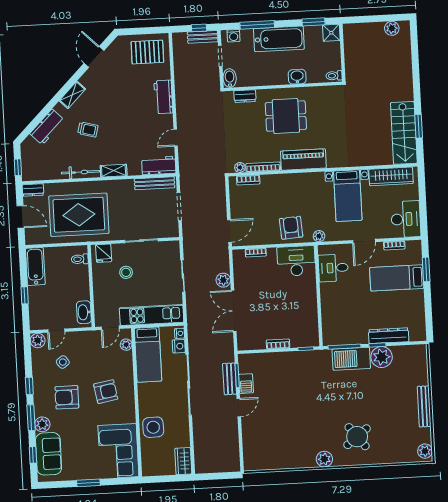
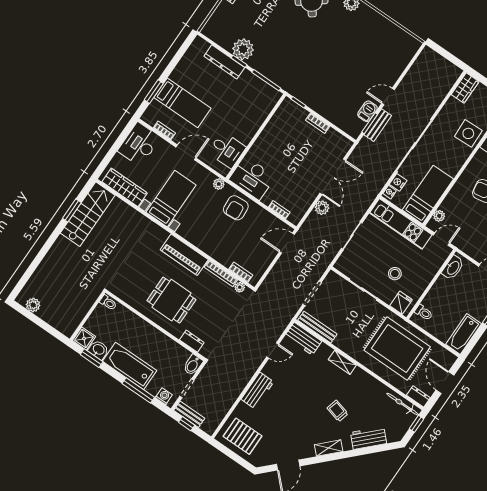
washbasin: (297, 77) -> (98, 350), moved, turned 180
bicycle: (80, 172) -> (403, 404), moved
barbecue: (351, 359) -> (268, 66), removed

